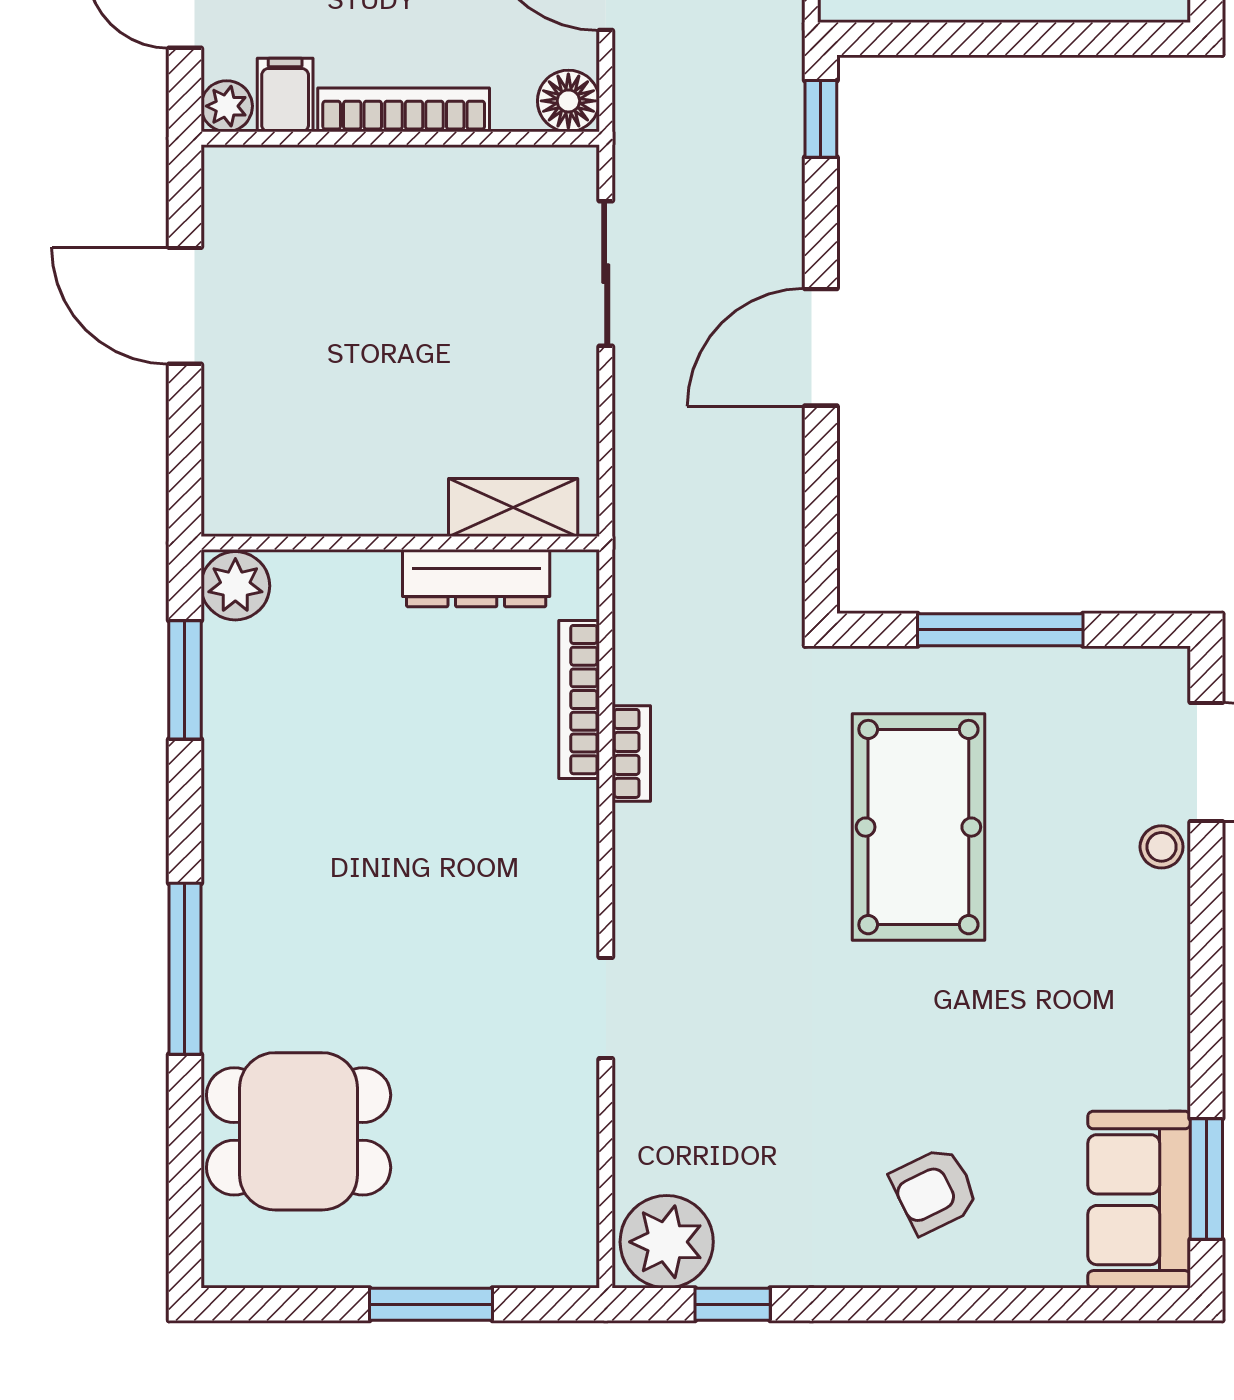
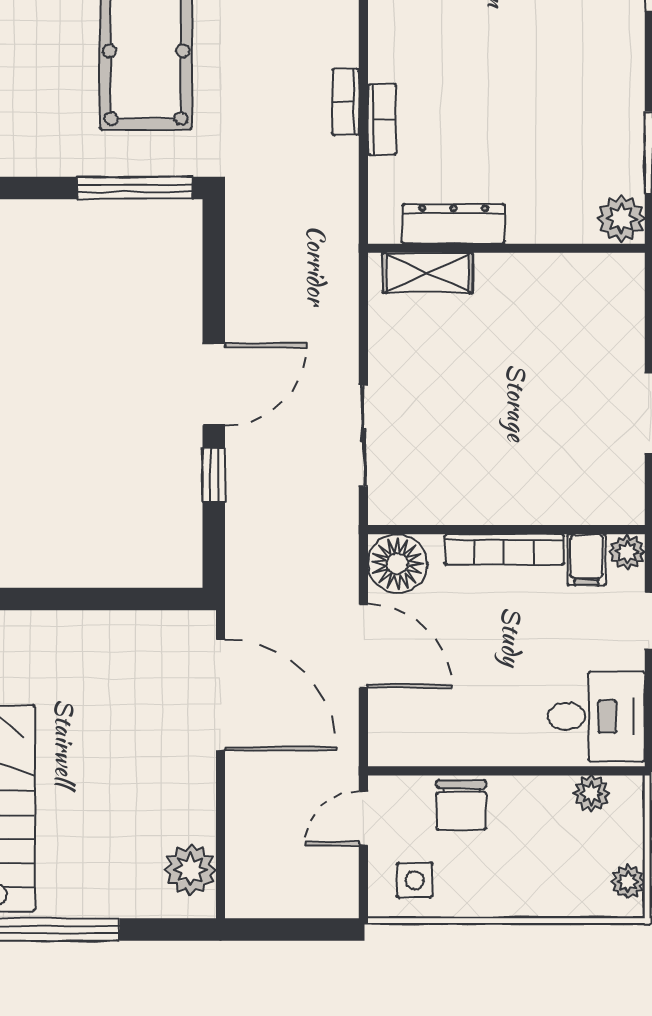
floor lamp: (568, 101) -> (397, 564), width x1.38, depth x1.38
window: (821, 119) -> (214, 475), moved
window: (1000, 630) -> (135, 188), moved
bookcase: (579, 700) -> (382, 120), width x0.64

